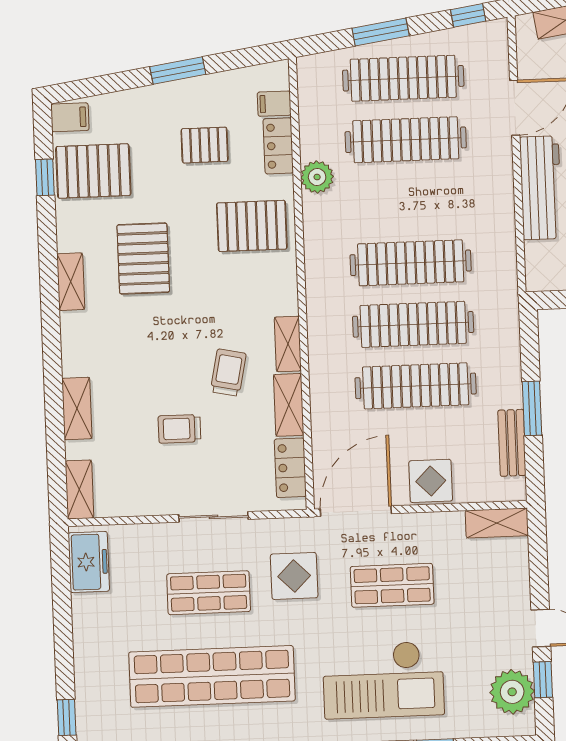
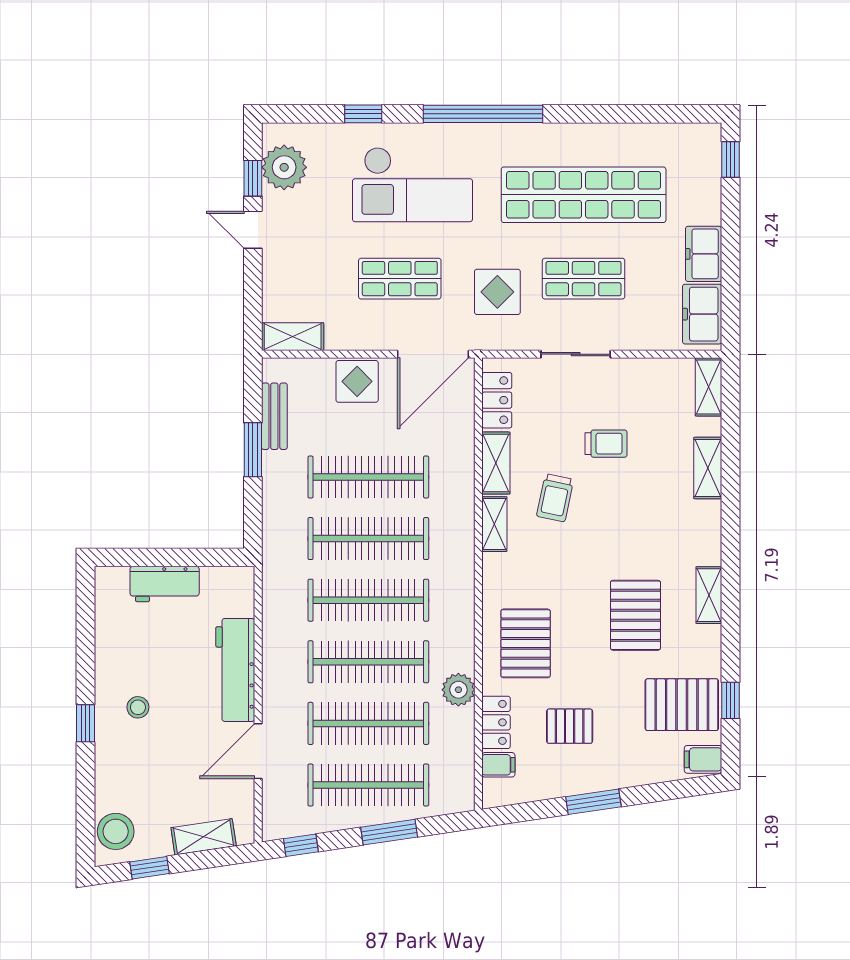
clothes rail: (408, 201) -> (368, 662), added
pallet: (252, 226) -> (526, 643), turned 90
freezer: (90, 622) -> (704, 254), added
checkout: (383, 680) -> (412, 184), turned 180

